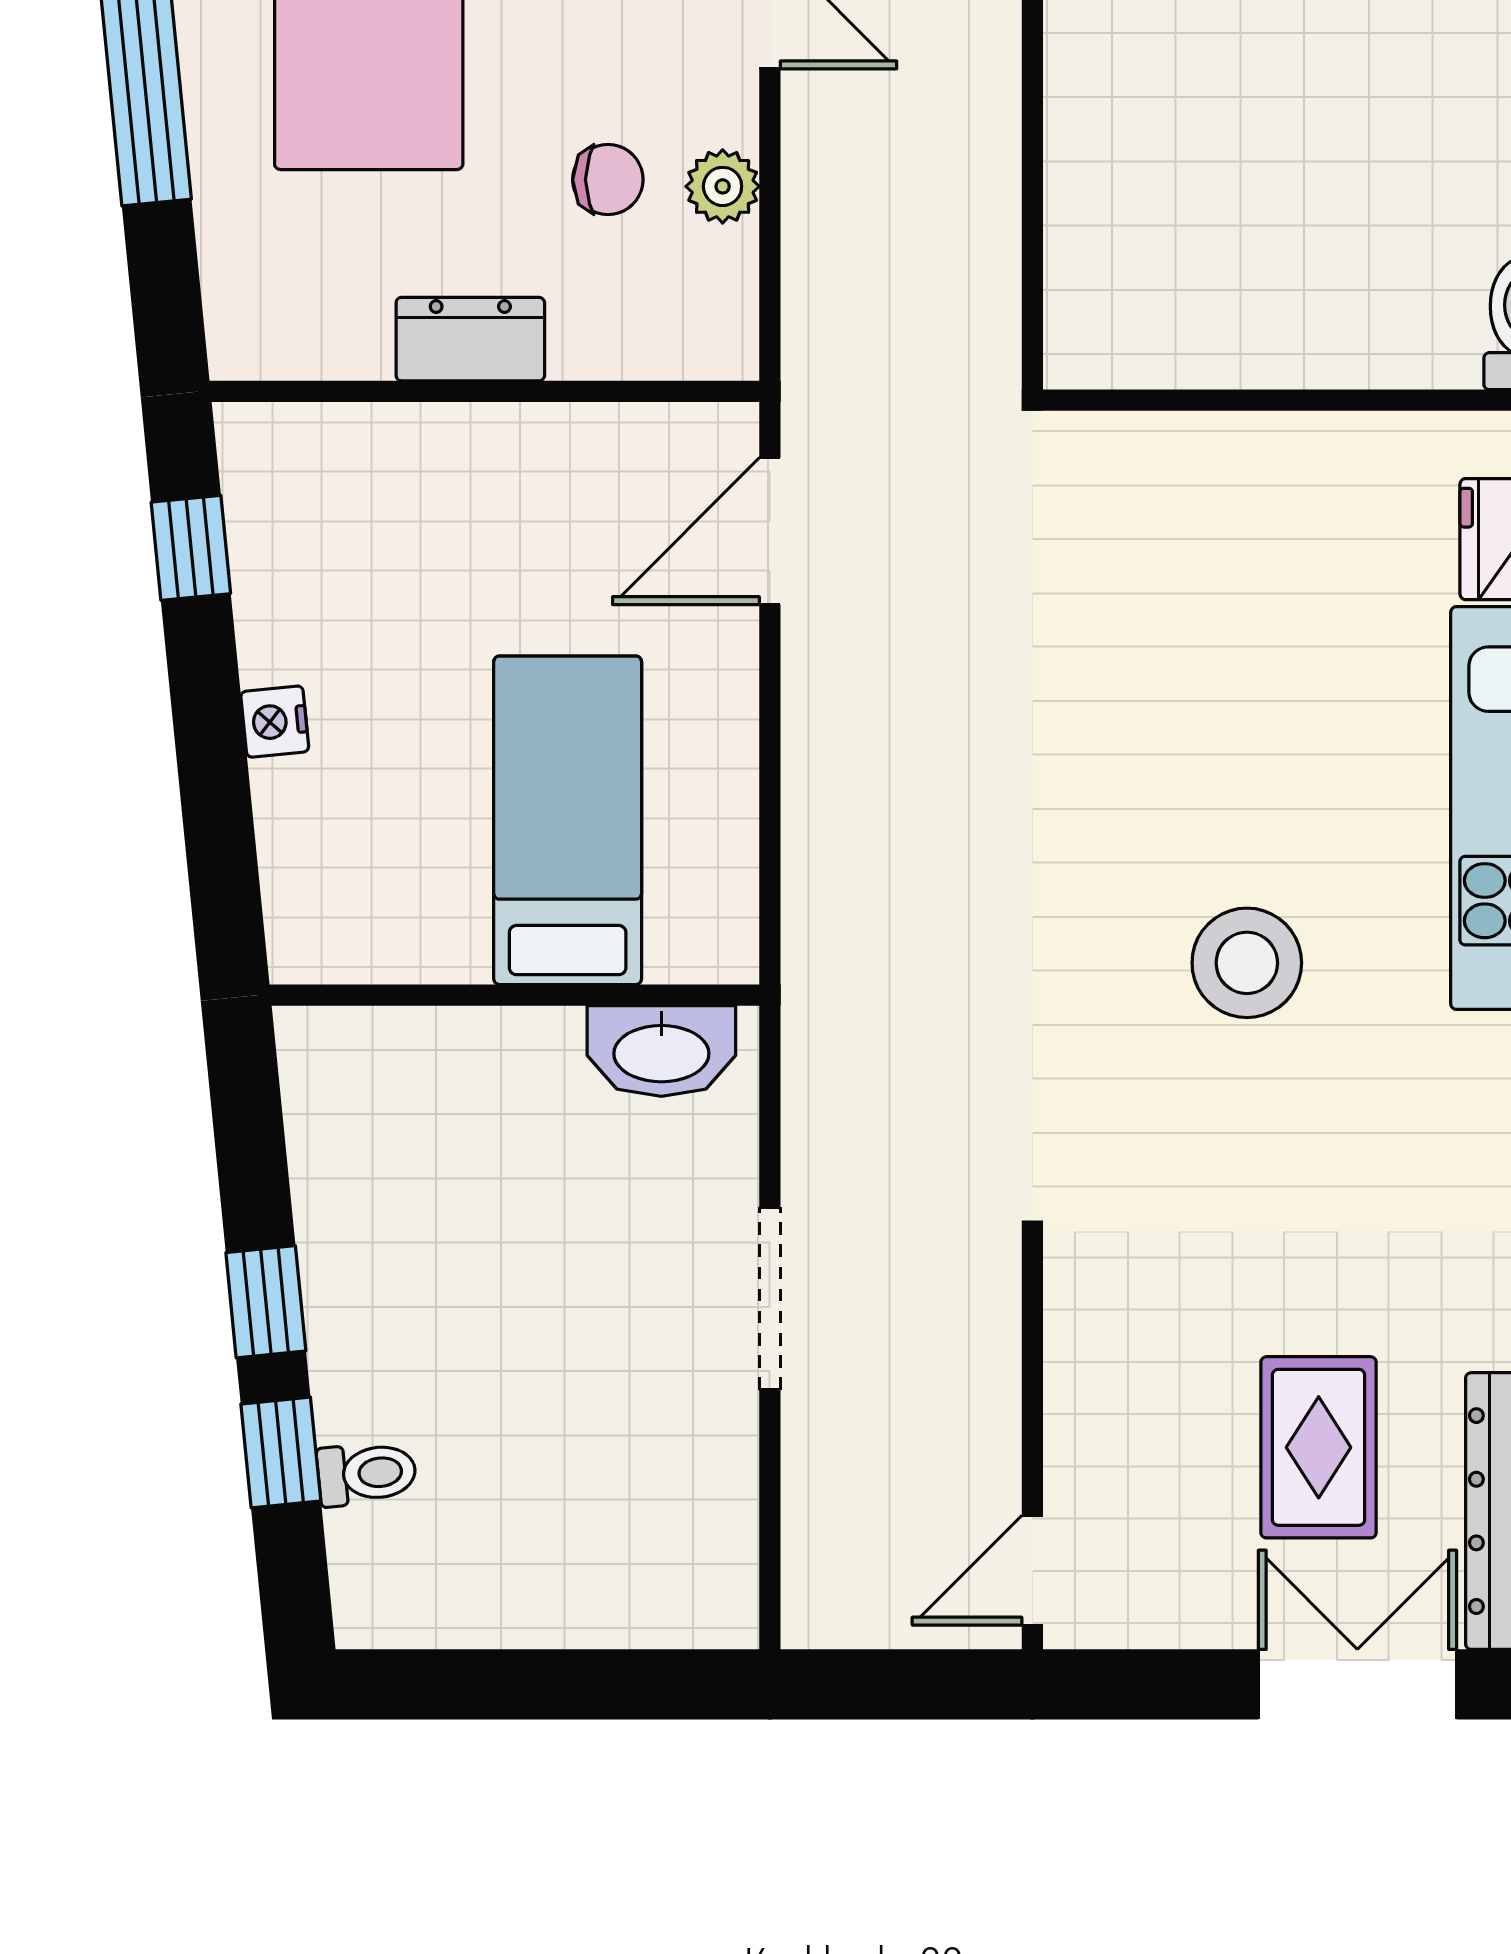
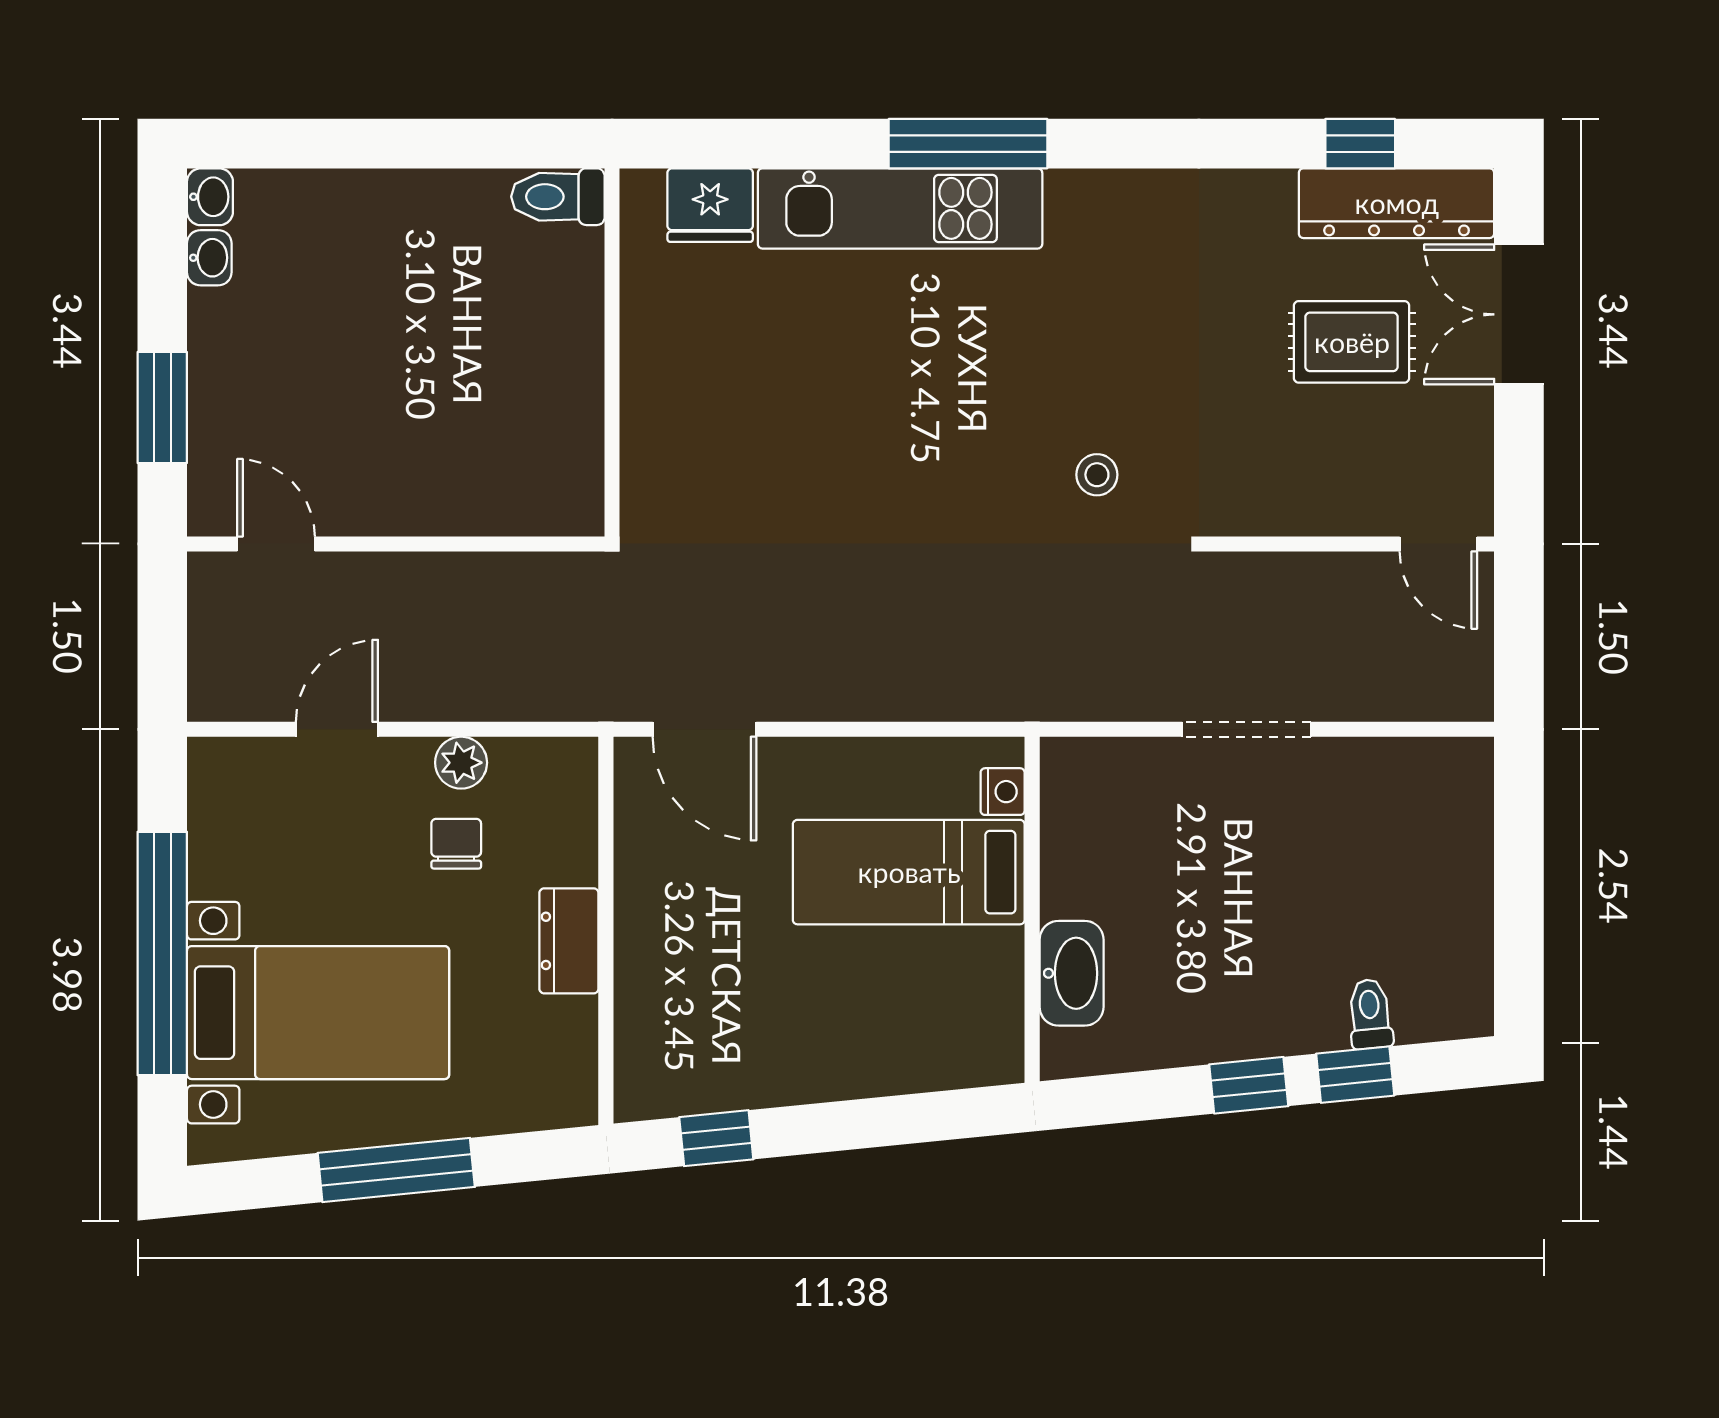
nightstand: (275, 722) -> (1003, 792), moved, turned -84
stool: (1247, 963) -> (1097, 475), moved, width x0.53, depth x0.53
washbasin: (661, 1051) -> (1072, 973), moved

